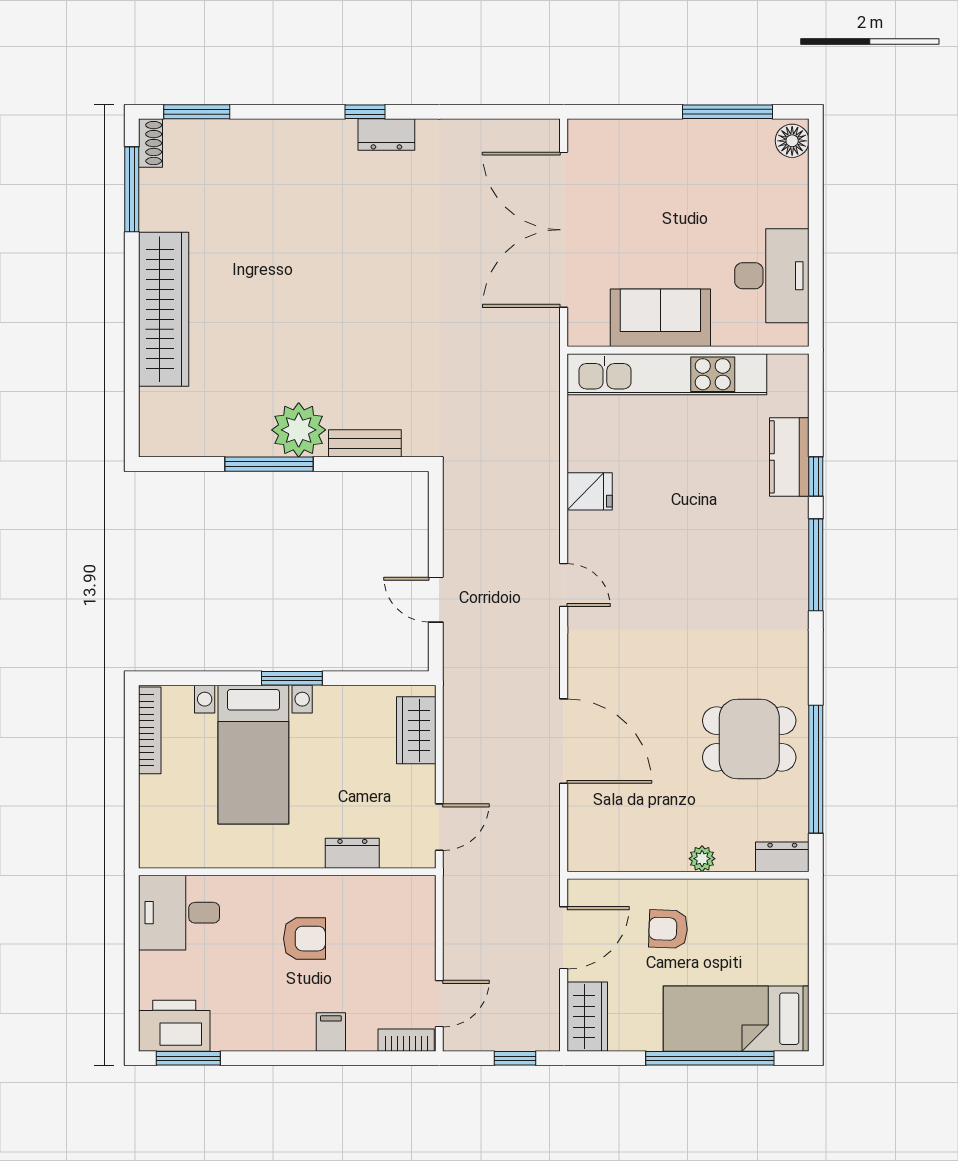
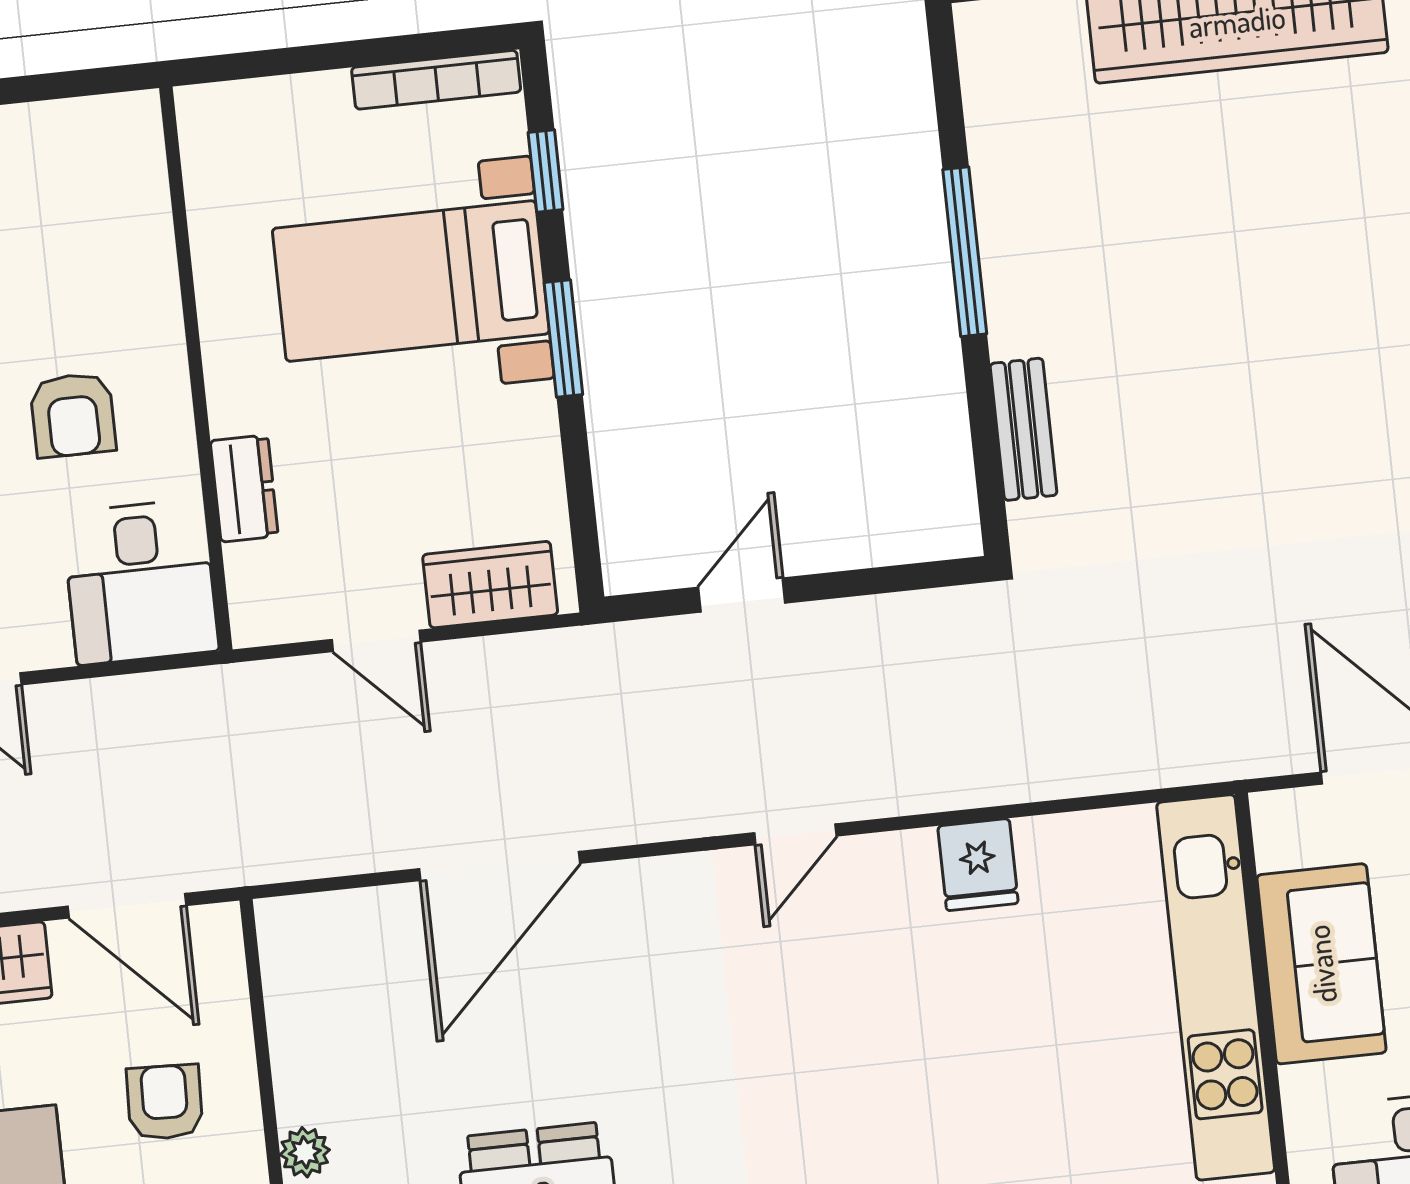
plant: (299, 430) -> (1036, 301), removed
window: (204, 678) -> (546, 171), added
door: (439, 827) -> (376, 641), moved
desk: (179, 913) -> (140, 582), moved, turned 180

